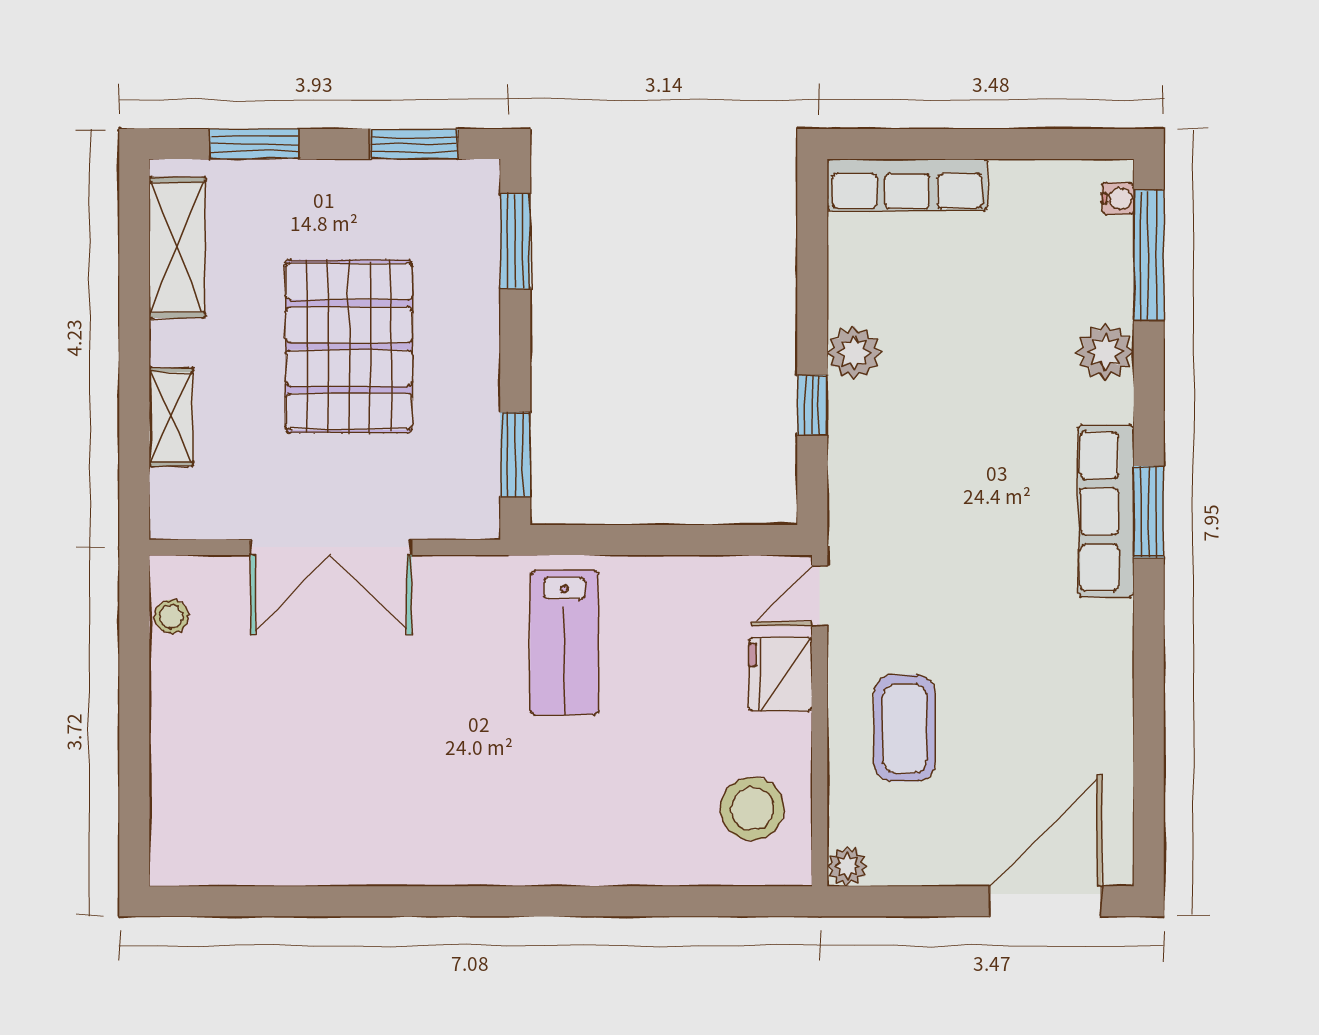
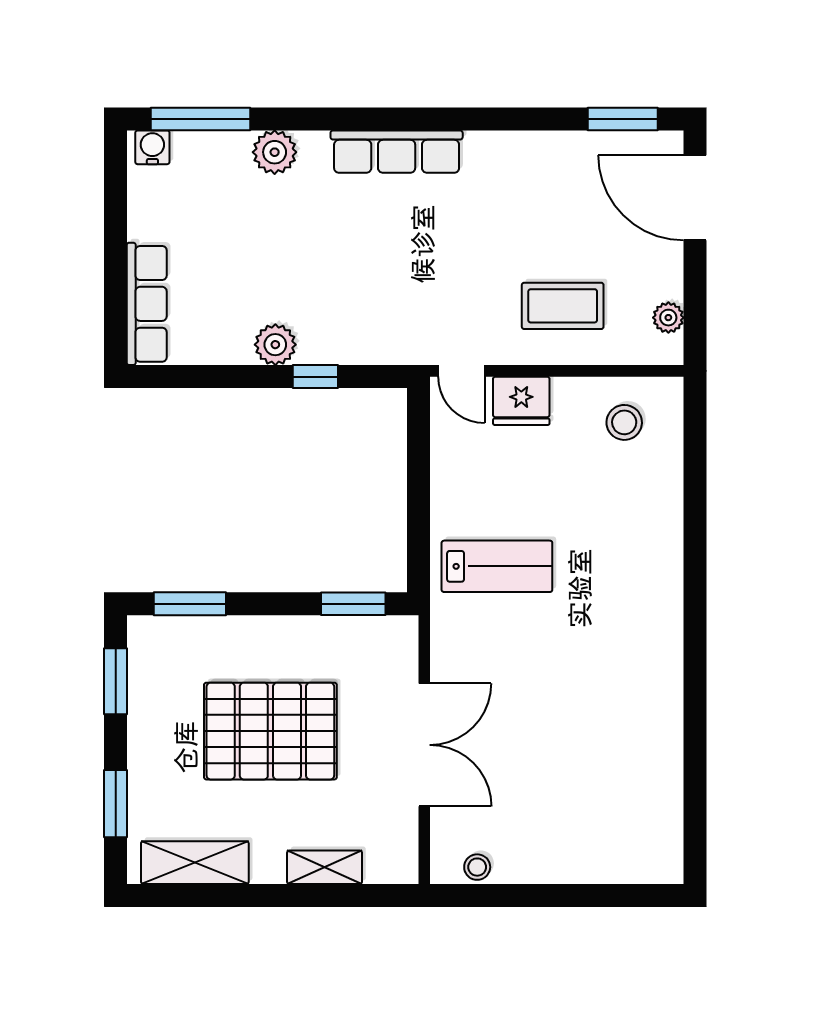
water cooler: (1118, 198) -> (152, 147), width x1.38, depth x1.38
window: (1149, 512) -> (623, 119), moved
stool: (752, 809) -> (624, 422), width x0.73, depth x0.73
plant: (847, 866) -> (668, 318), moved

